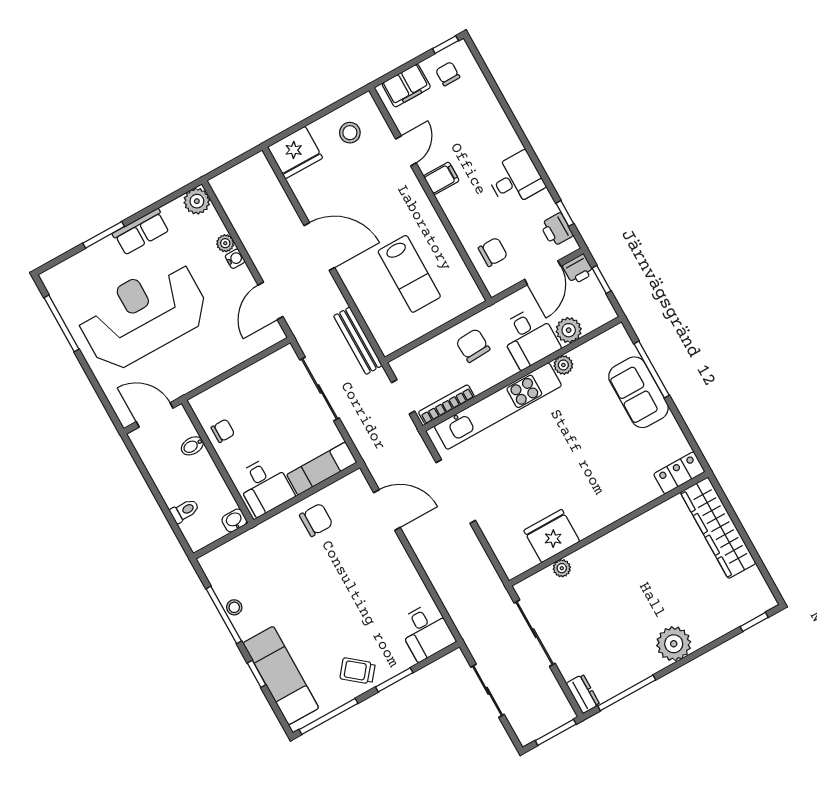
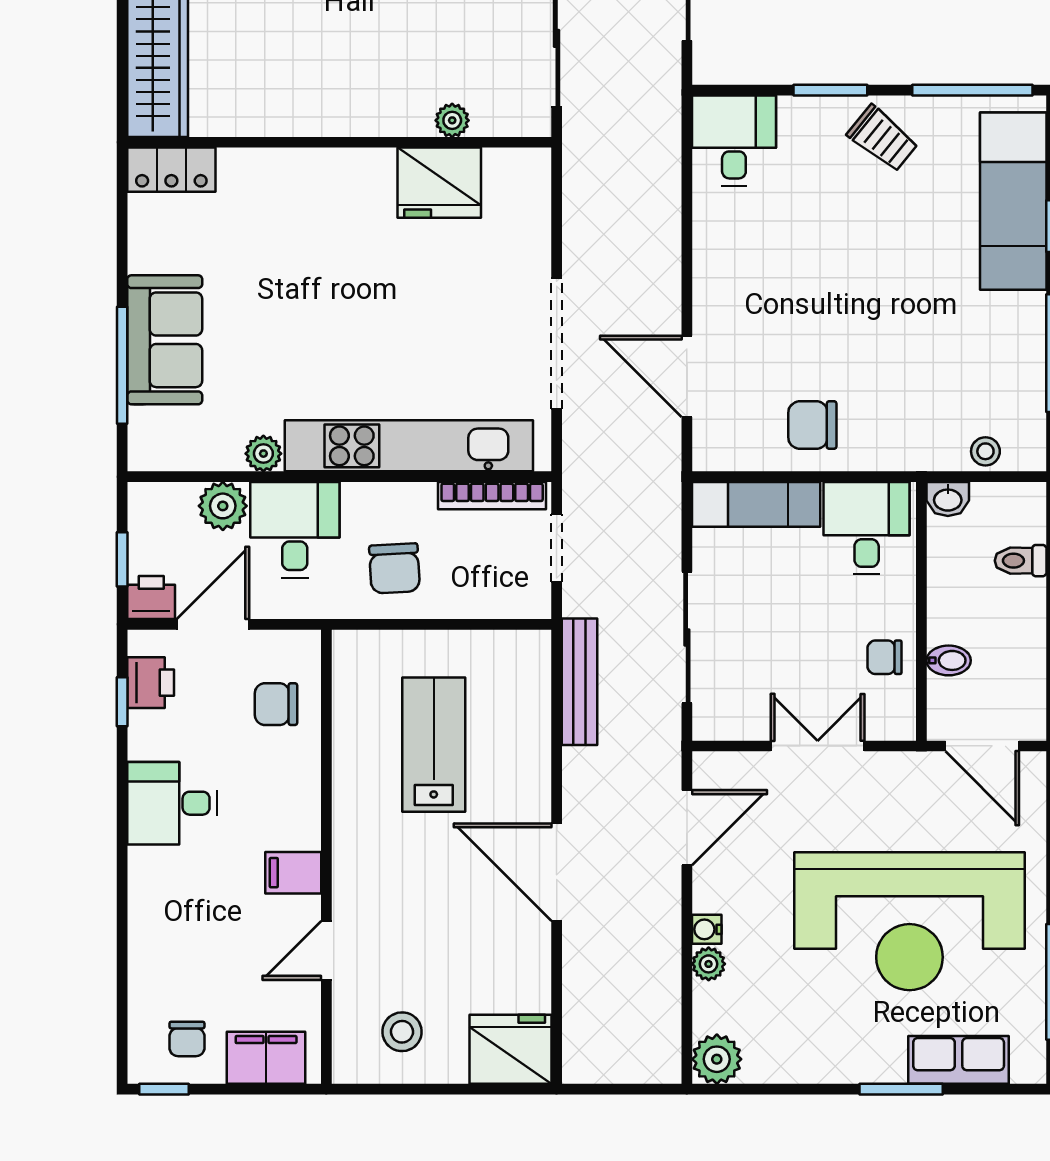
row of seats: (141, 232) -> (959, 1060), moved
double door: (231, 372) -> (818, 746), added
stool: (234, 607) -> (985, 451), moved

